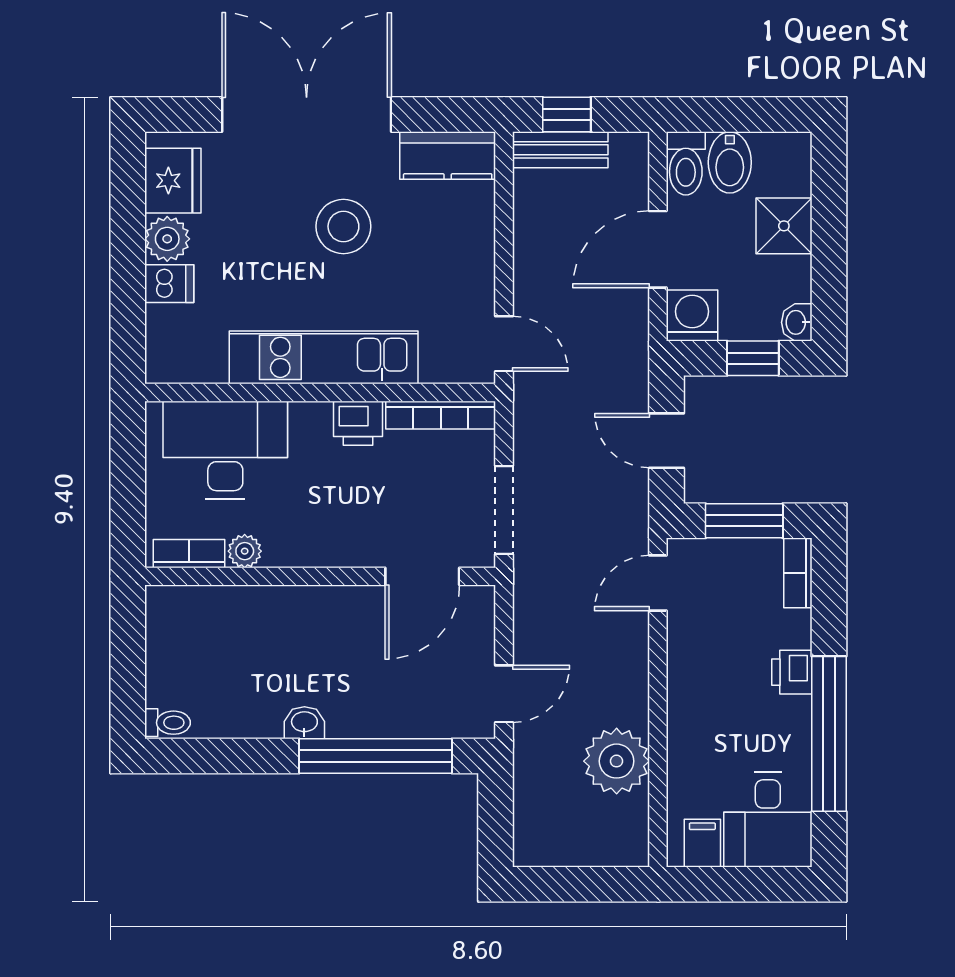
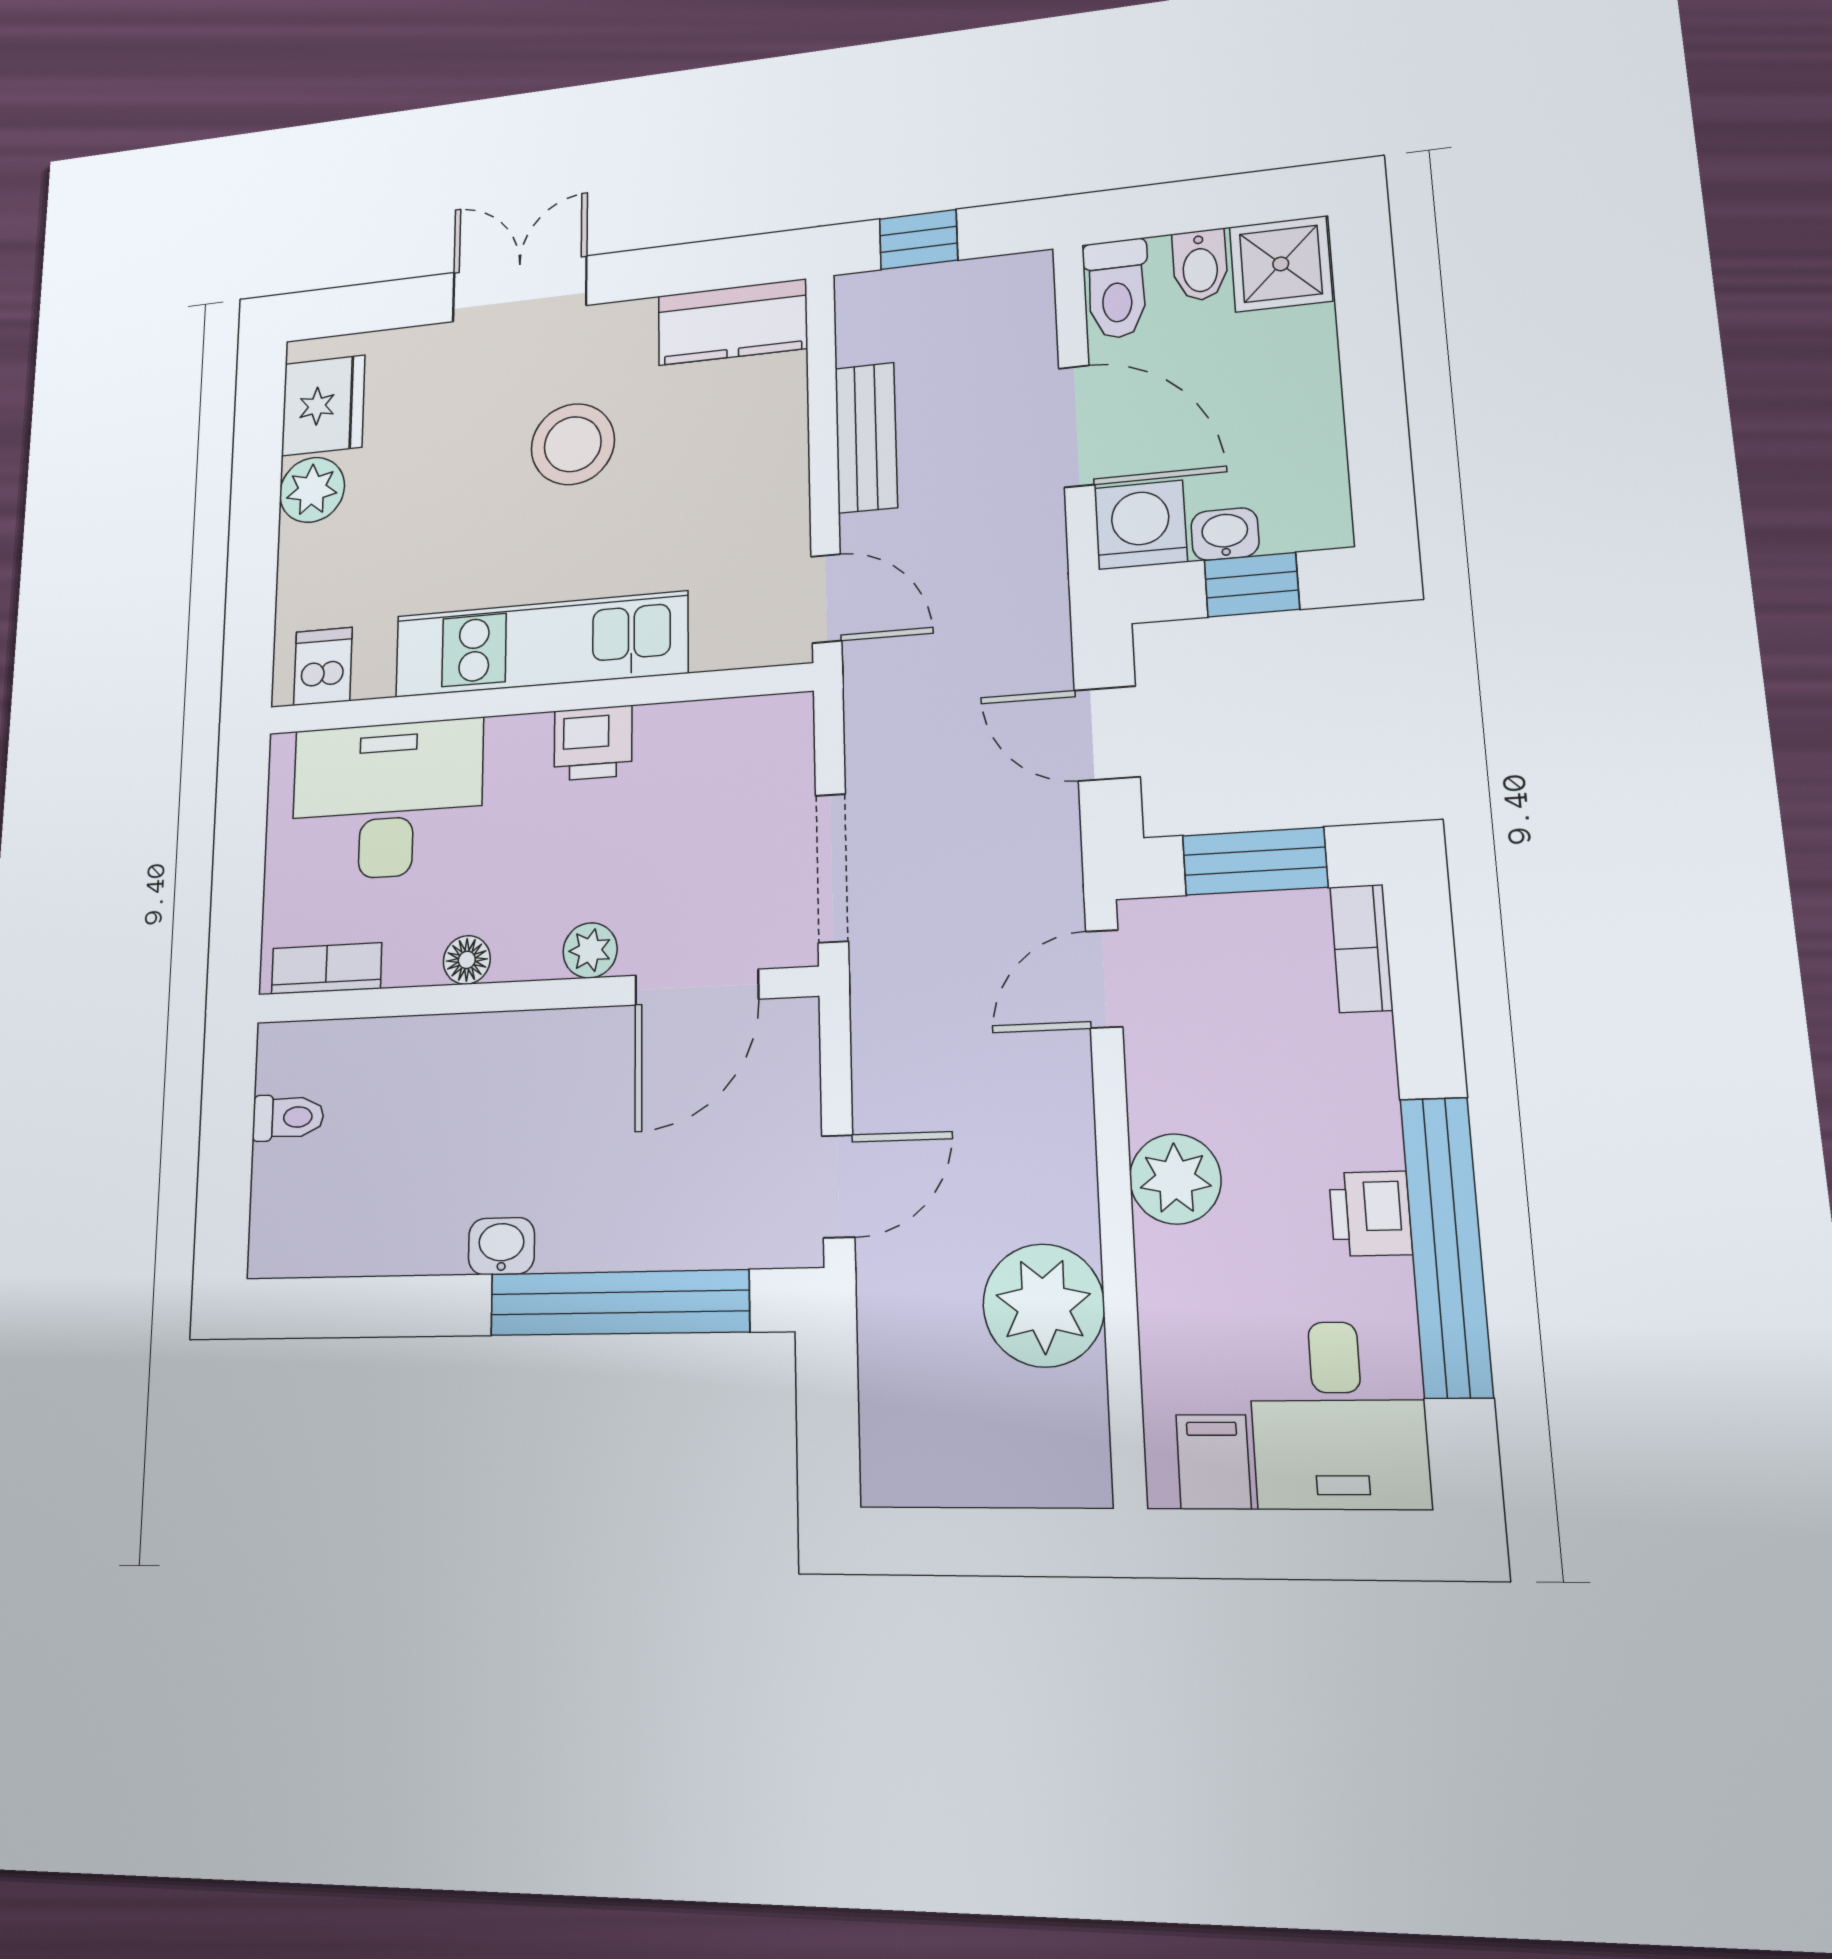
double door: (307, 115) -> (520, 289), width x0.54
bench: (560, 150) -> (866, 437), moved, turned 90
bidet: (730, 162) -> (1200, 265), width x0.72, depth x0.74
shower: (784, 226) -> (1281, 264), moved
door: (658, 249) -> (1077, 426), swing flipped
dishwasher: (169, 284) -> (323, 666), moved, turned -90
washbasin: (797, 322) -> (1225, 534), moved, turned 90
bookcase: (441, 415) -> (725, 720), removed
plant: (245, 551) -> (590, 950), moved
floor lamp: (280, 553) -> (467, 960), added
printer: (792, 672) -> (1370, 1214), moved
plant: (691, 695) -> (1175, 1179), added
toilet: (168, 723) -> (288, 1117), moved

